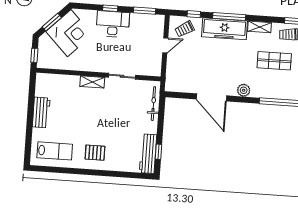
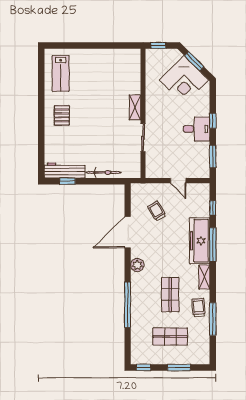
desk: (113, 24) -> (197, 129), width x0.73
trolley: (185, 29) -> (157, 211), moved
bicycle: (153, 104) -> (104, 172), moved
workbench: (41, 112) -> (100, 57), removed

